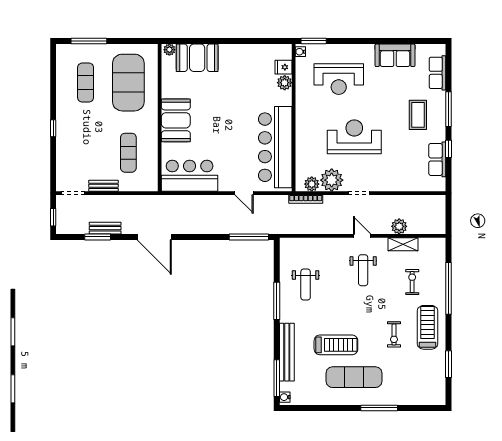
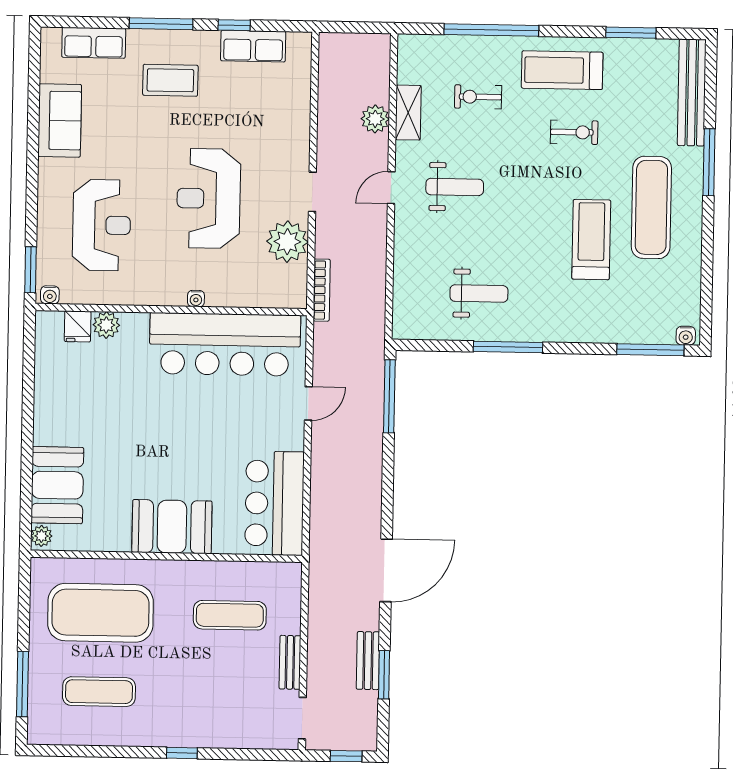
water cooler: (300, 131) -> (196, 299), added
plant: (312, 184) -> (294, 278), removed
bench: (287, 352) -> (692, 93), moved, turned 90

